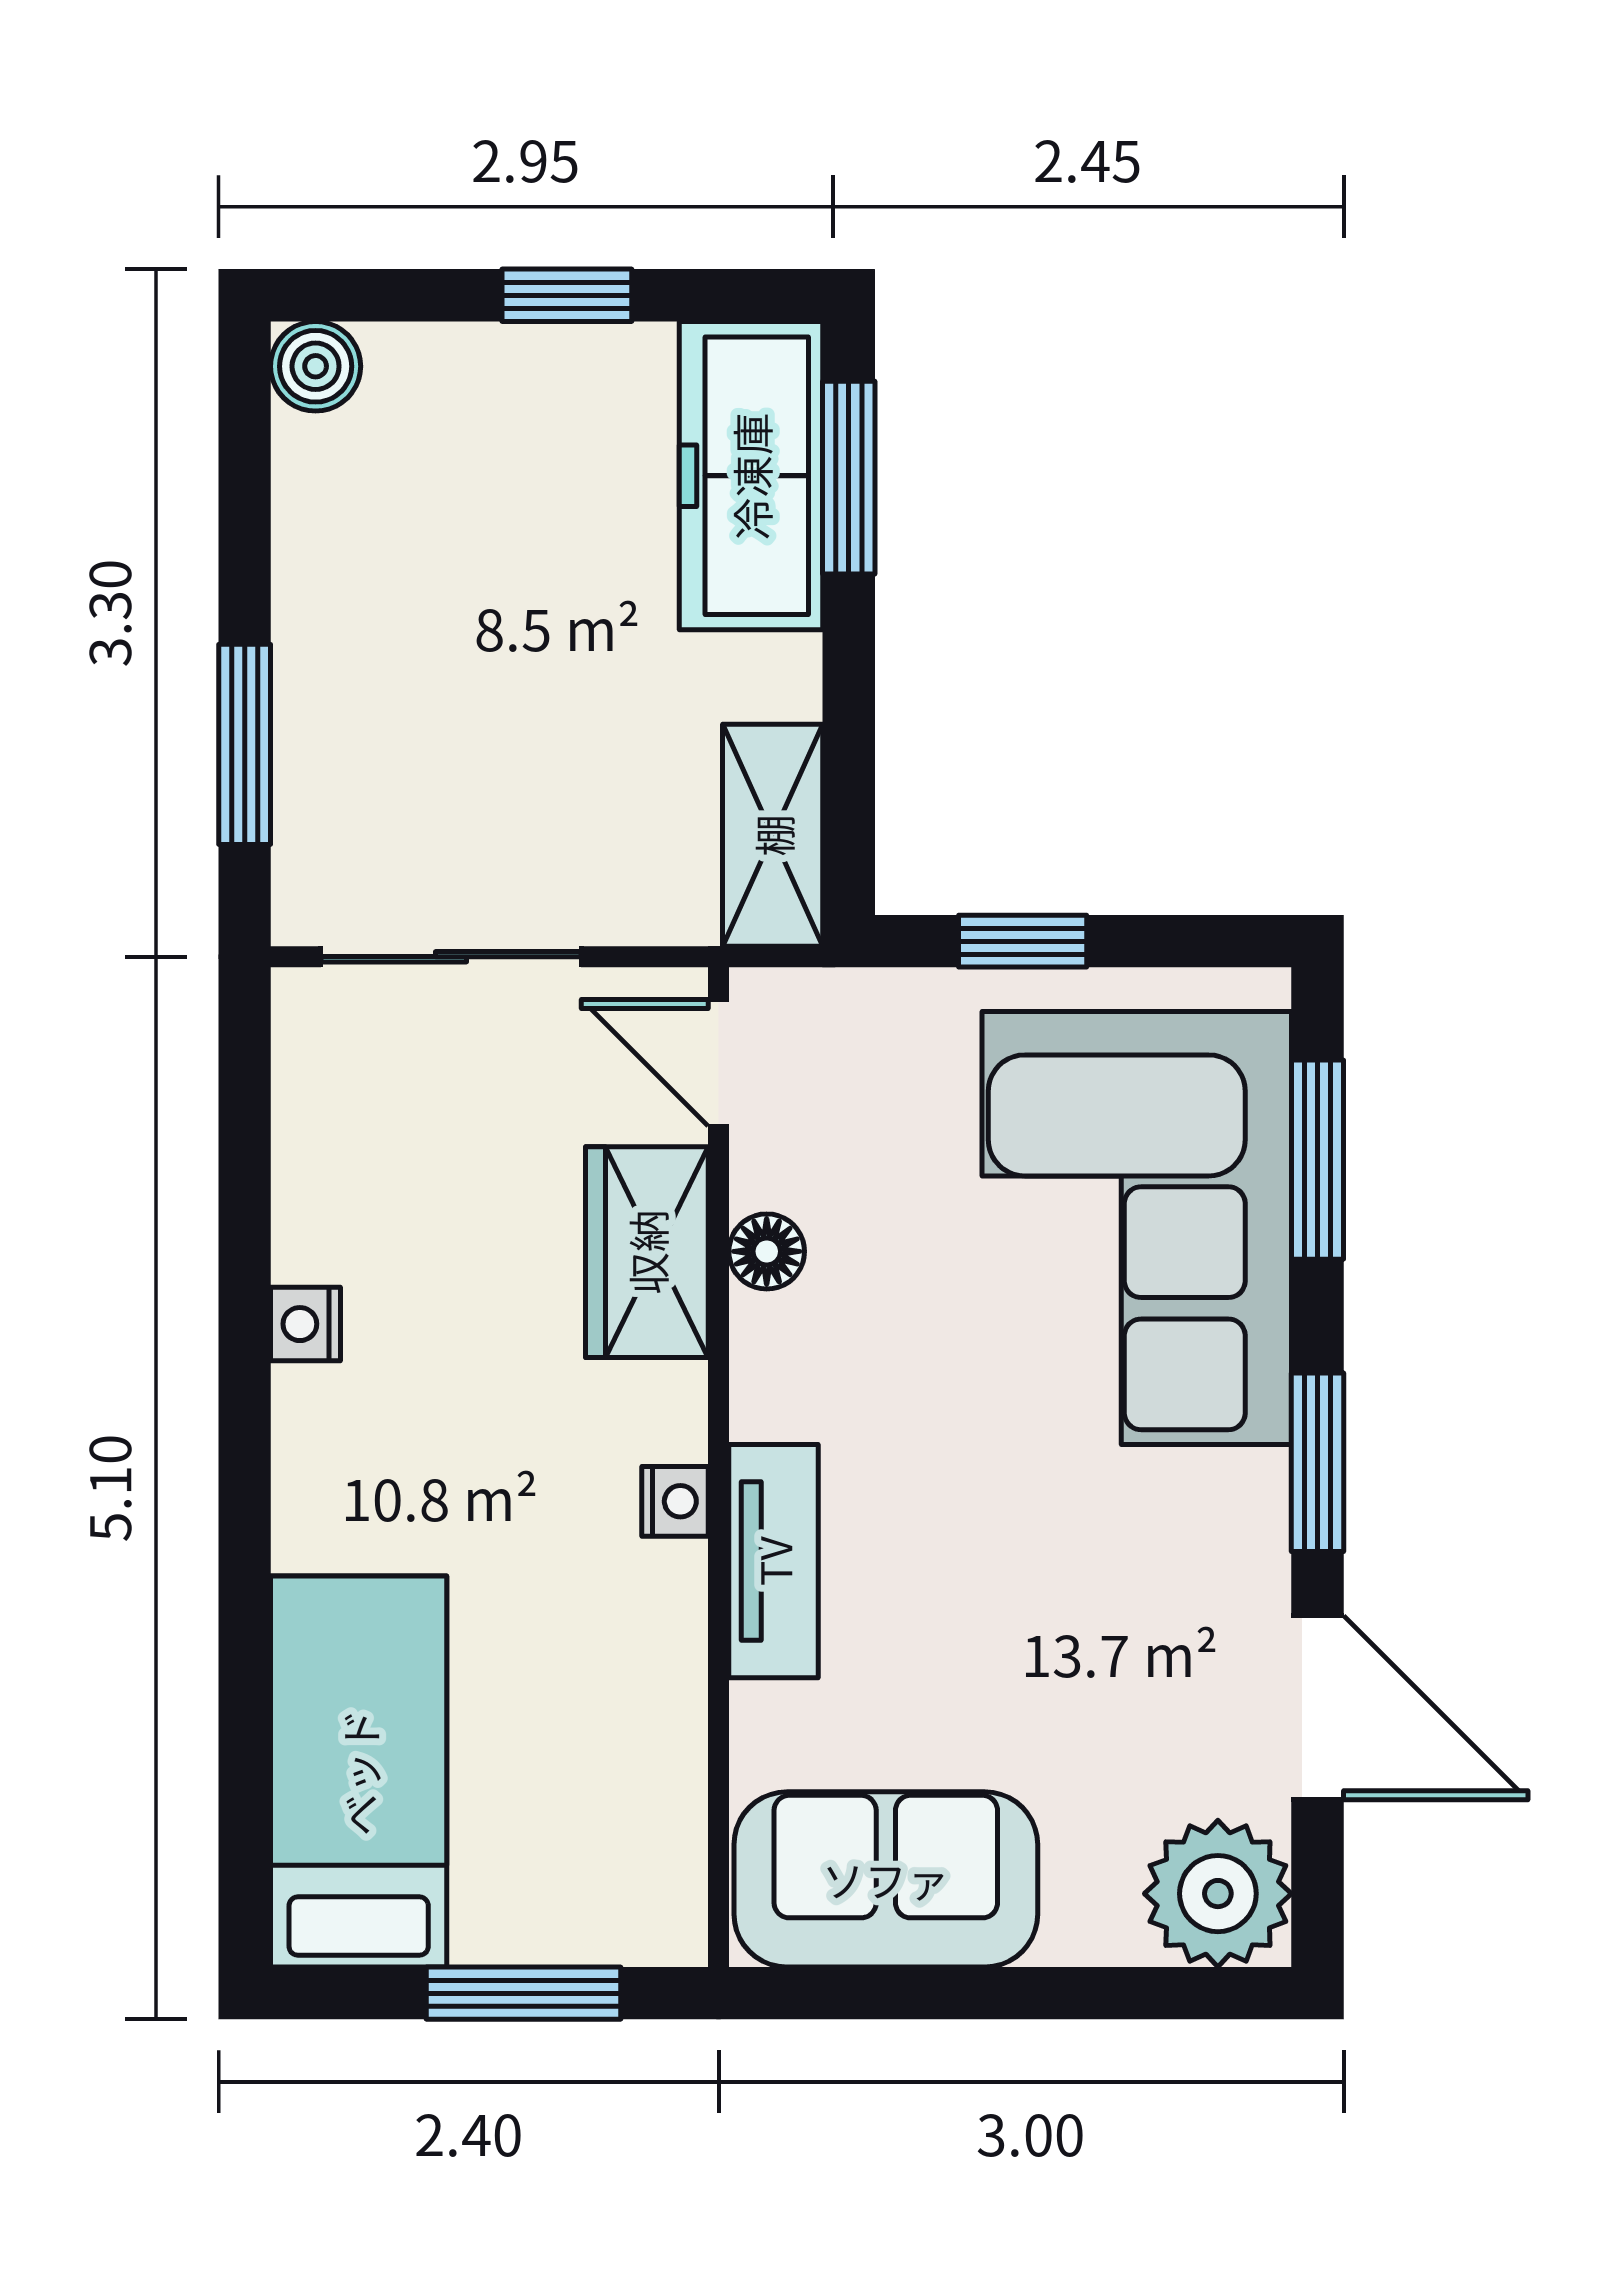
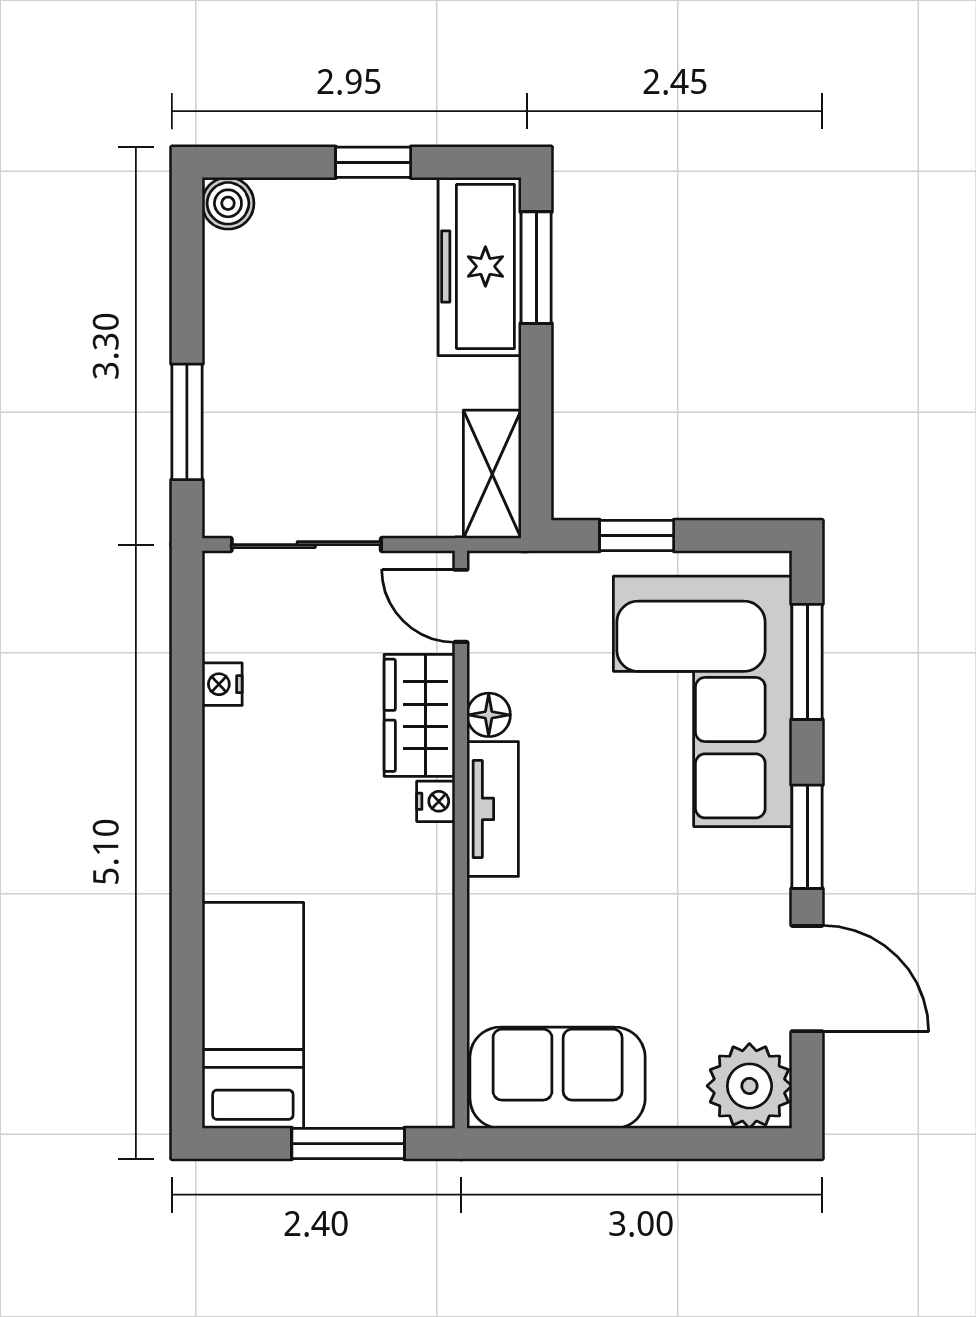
nightstand: (305, 1324) -> (222, 684), moved
nightstand: (675, 1501) -> (436, 801), moved
tv unit: (774, 1561) -> (493, 809), moved

